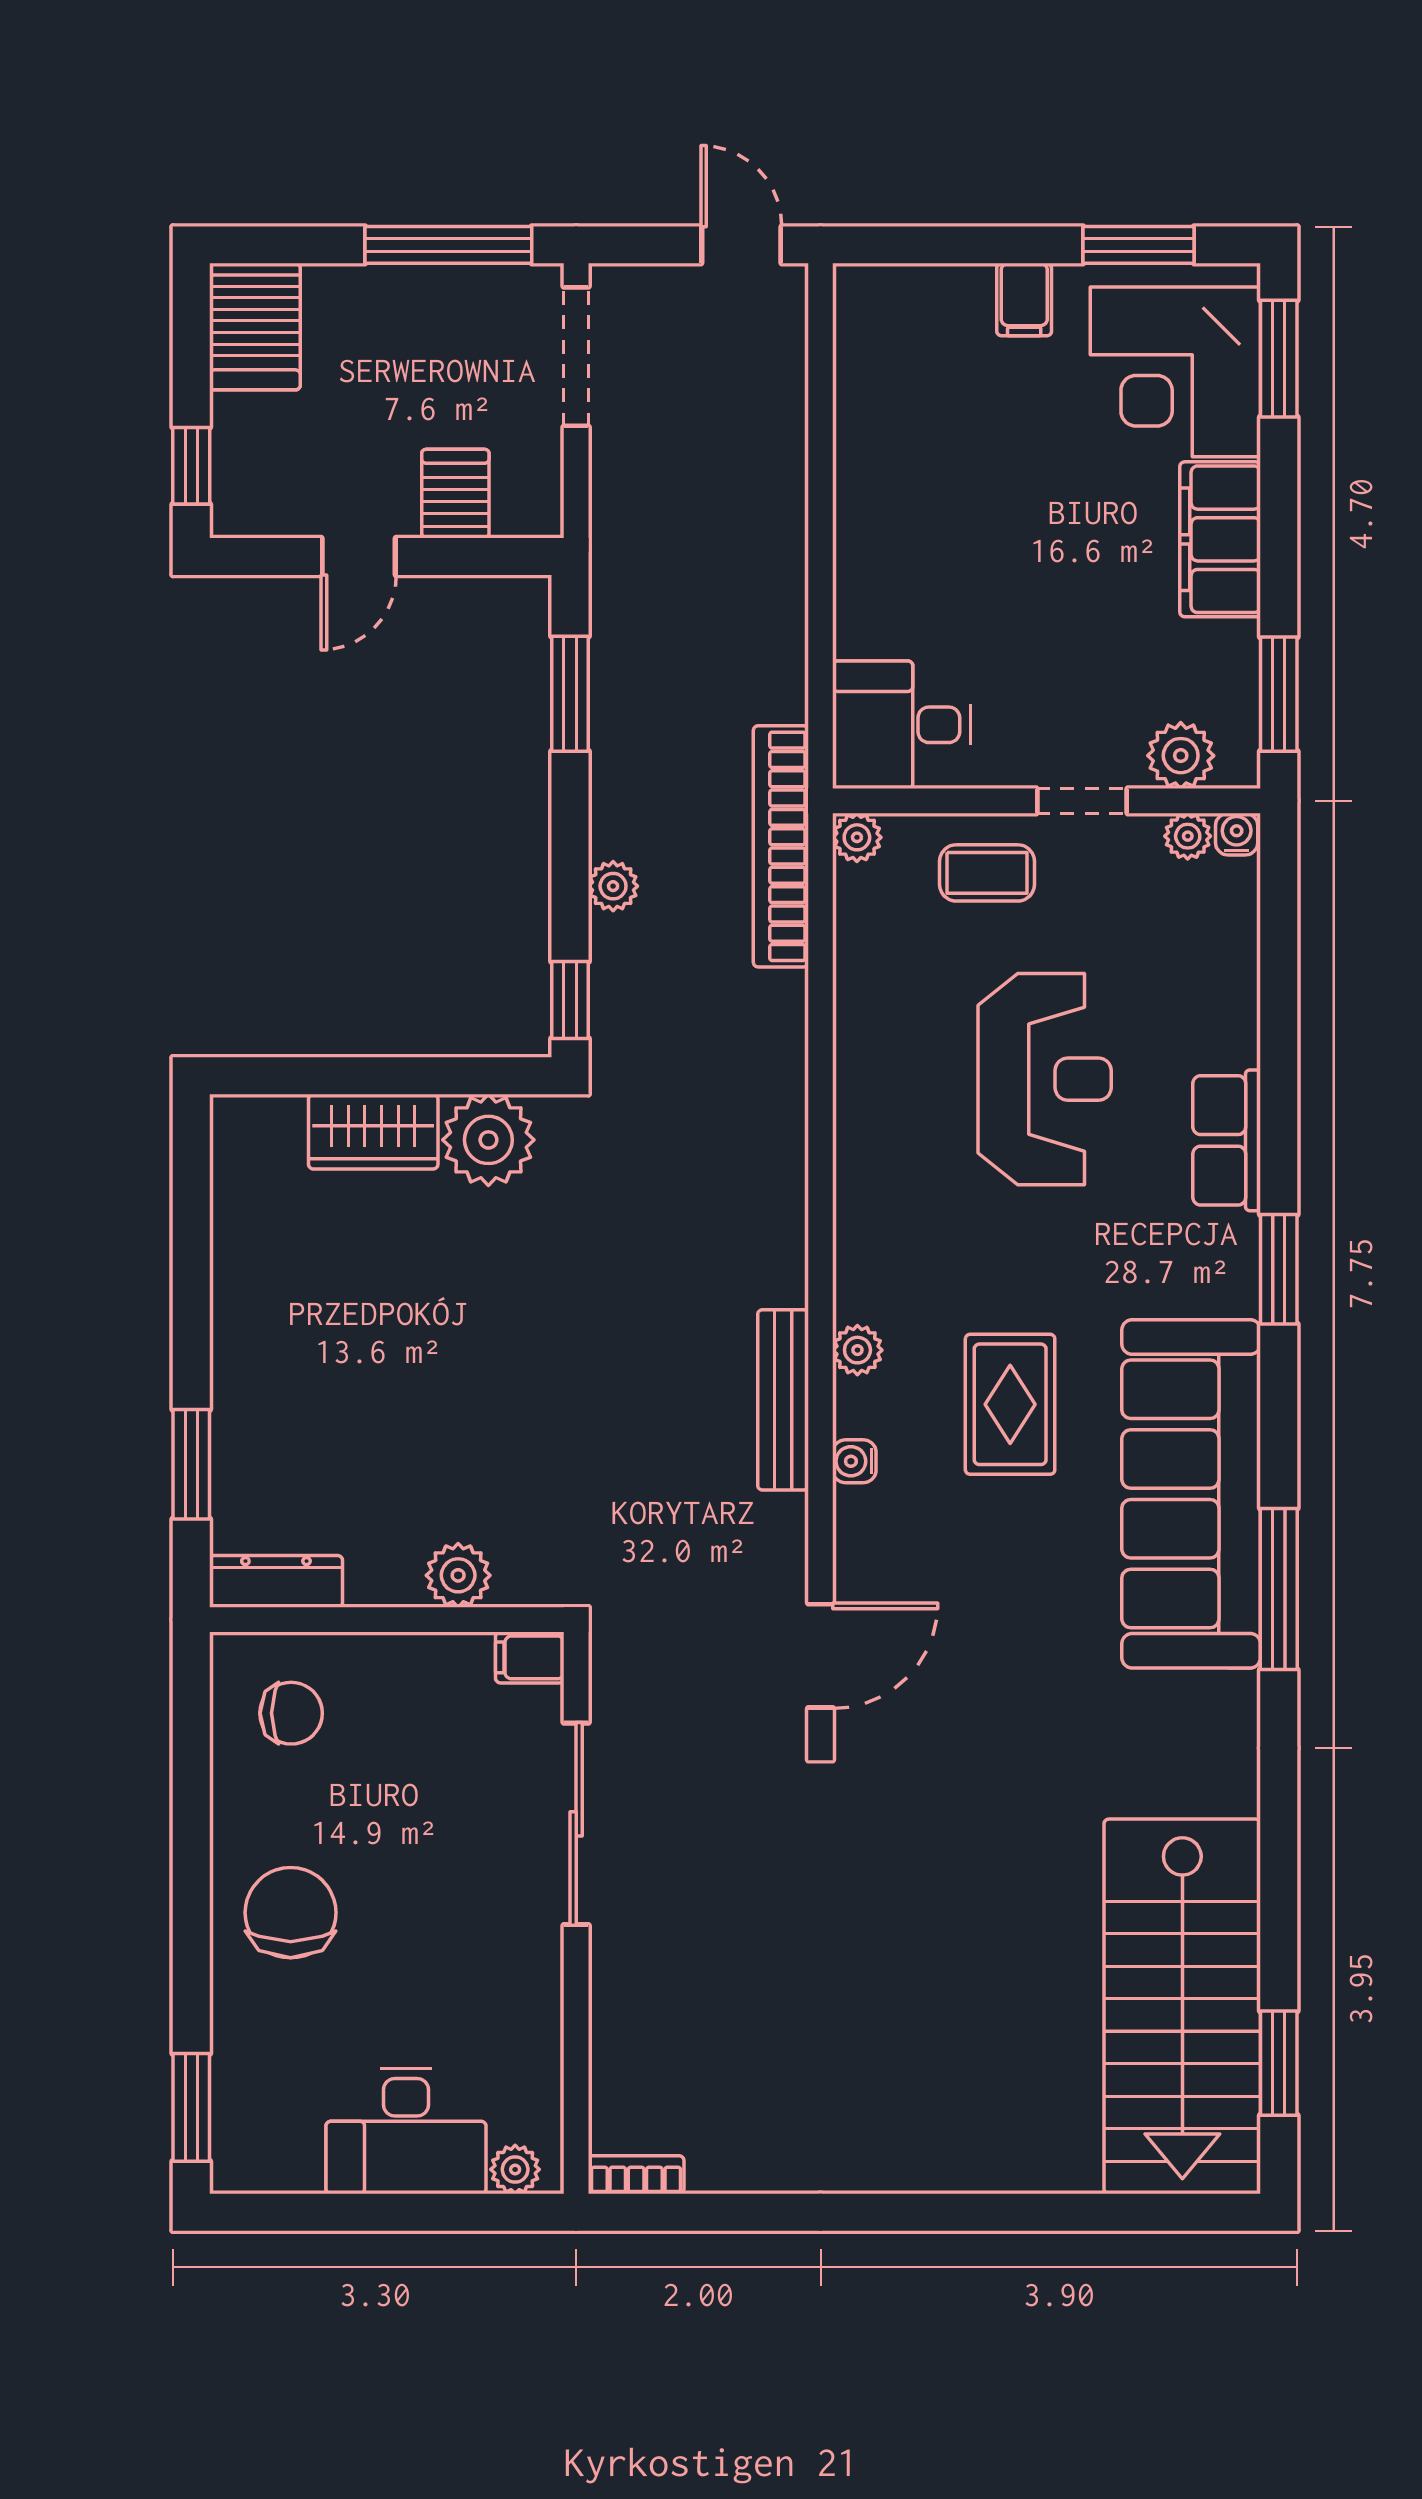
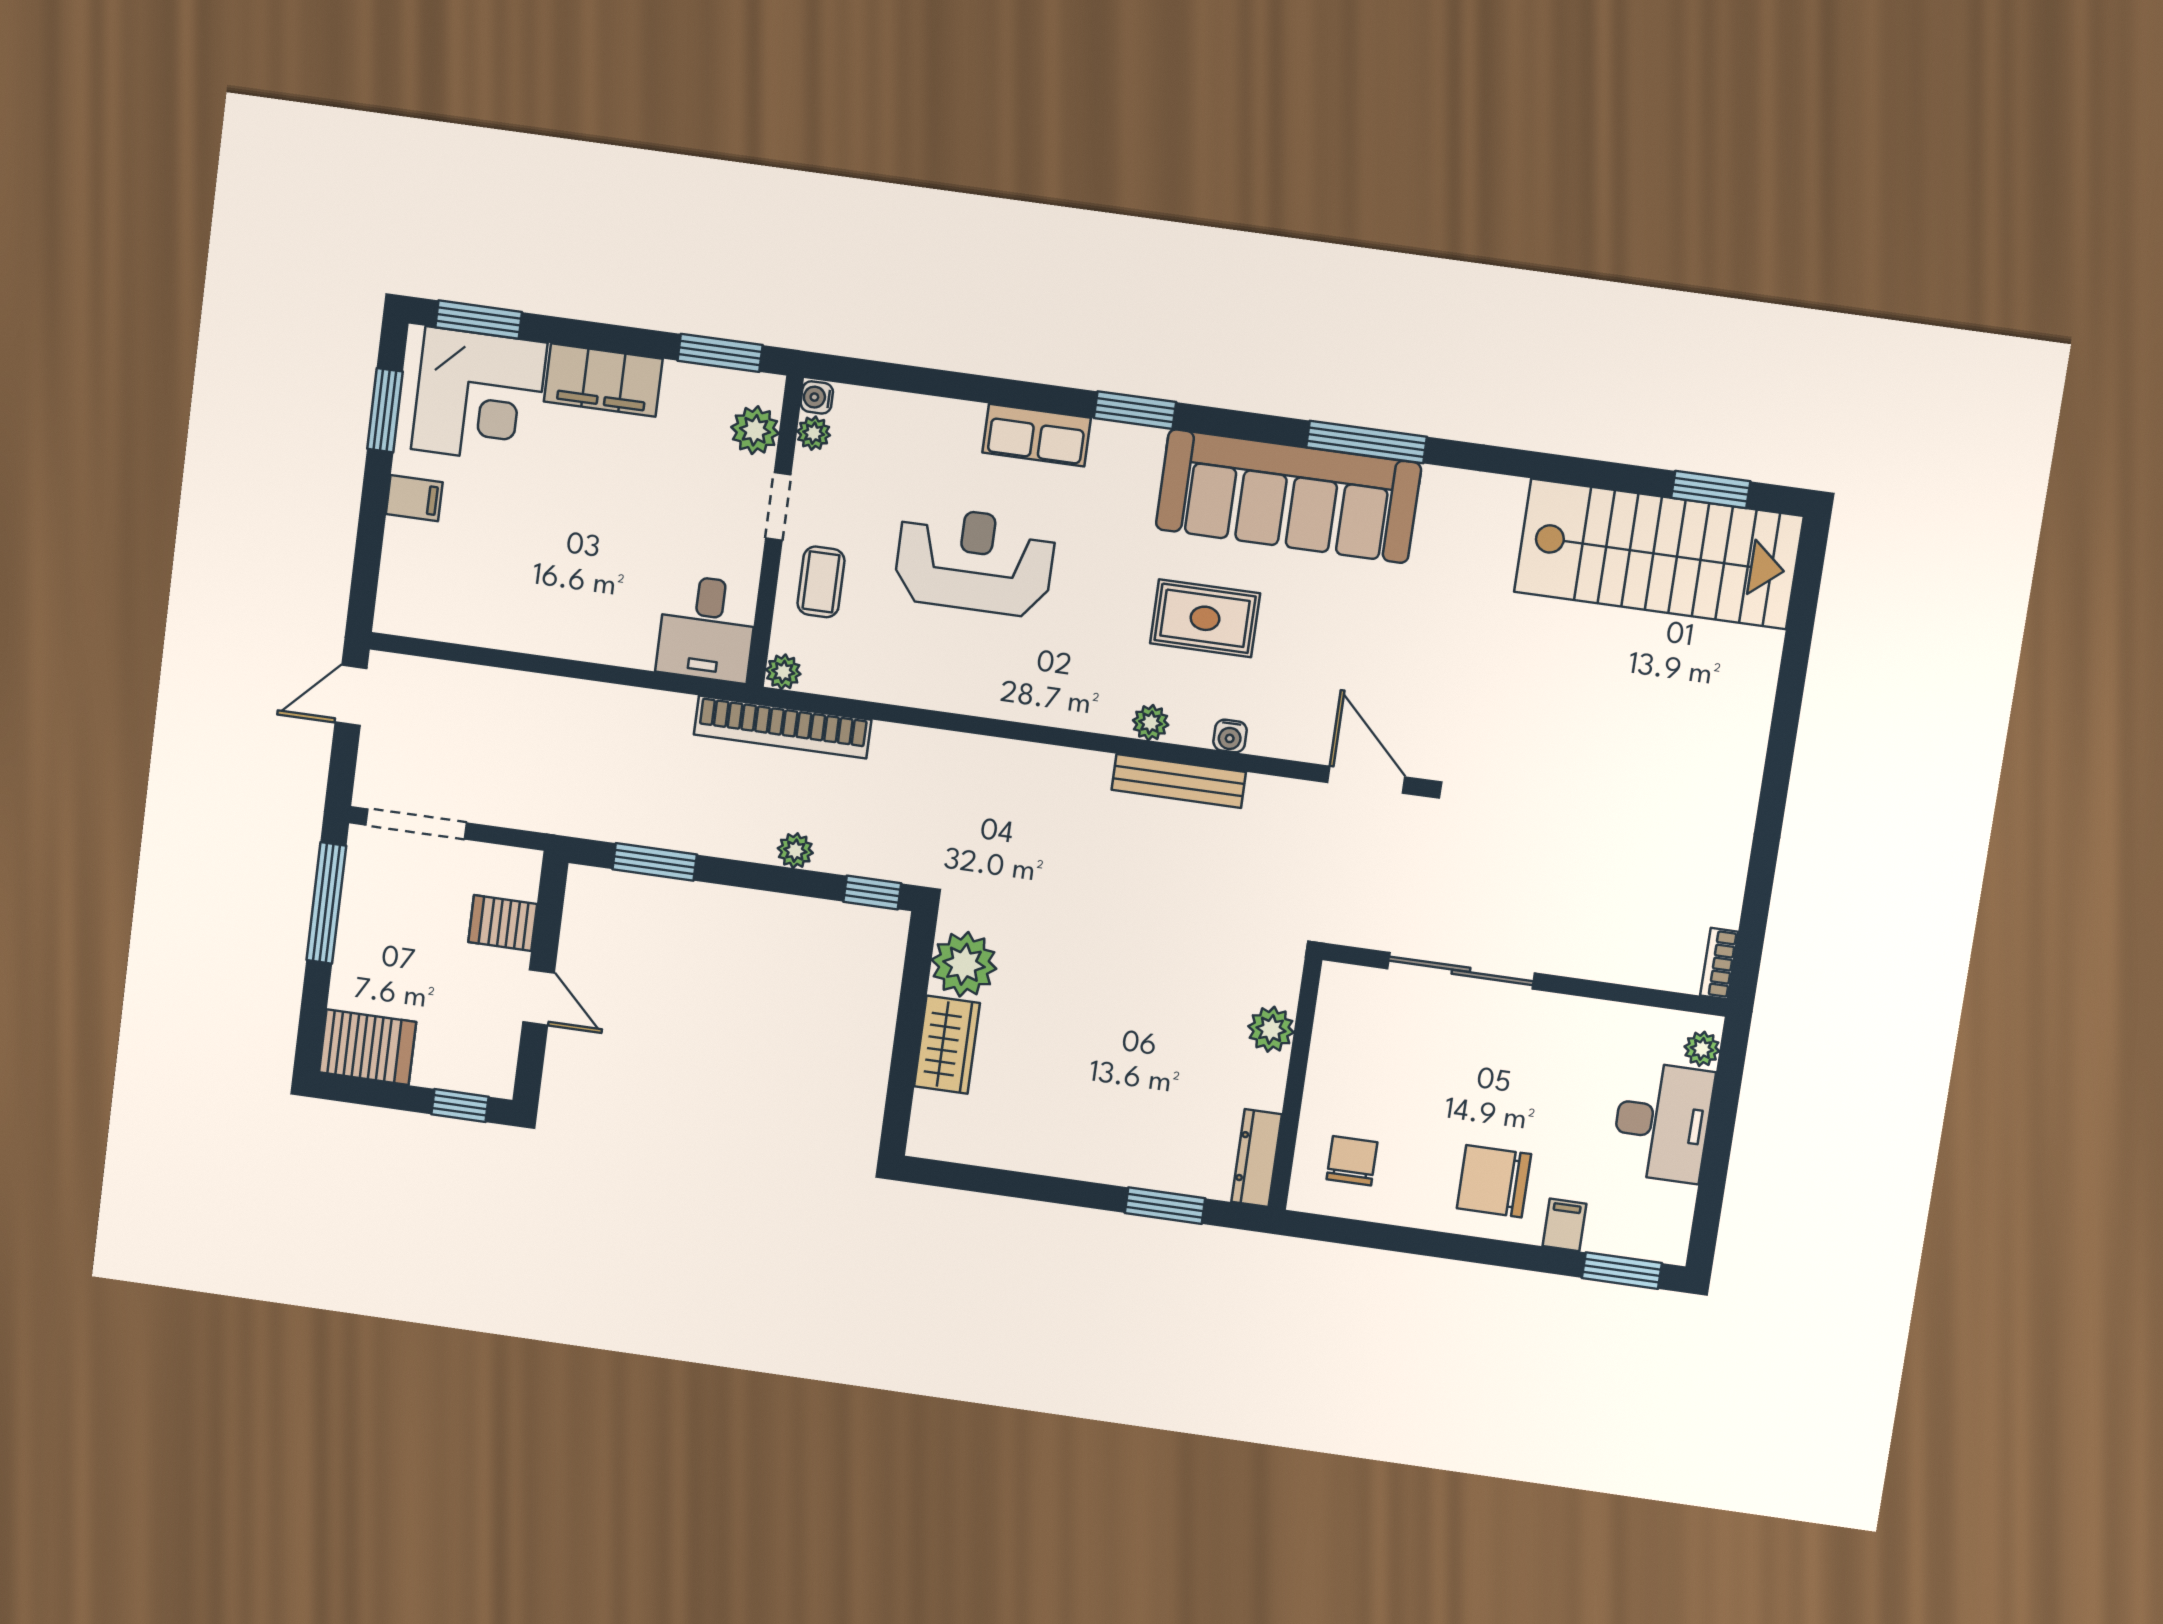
filing cabinet: (530, 1657) -> (1564, 1225), moved, turned 180

